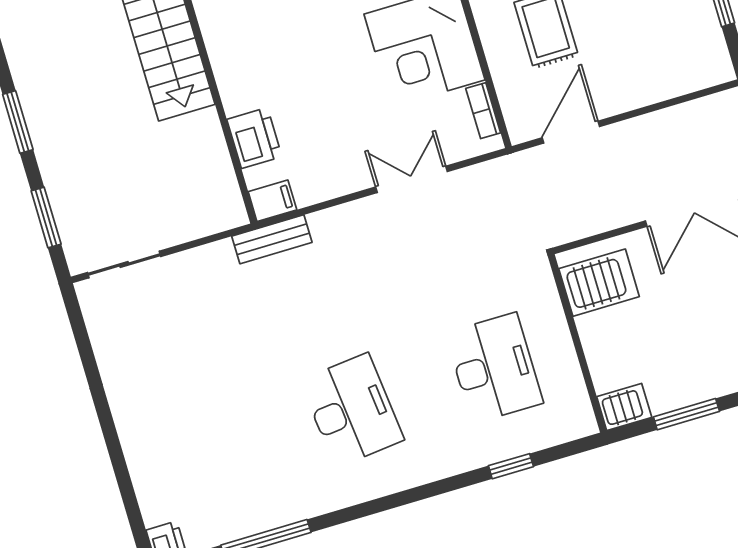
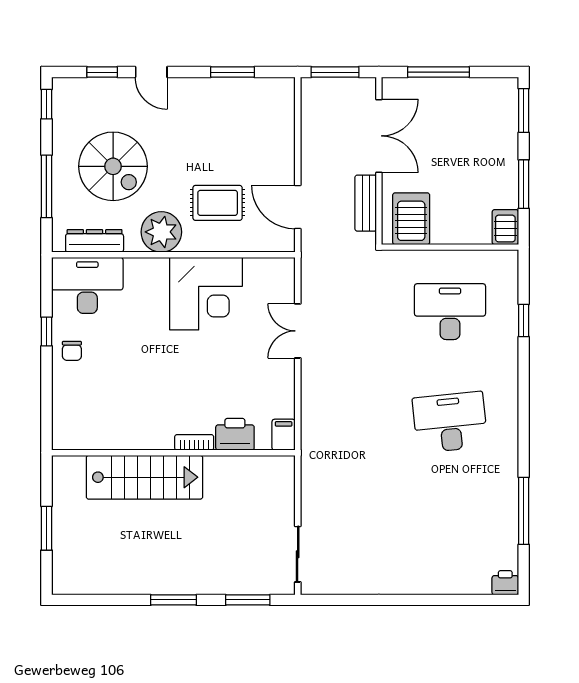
bookcase: (483, 111) -> (194, 442), moved, turned 180
bench: (272, 239) -> (366, 203), moved

